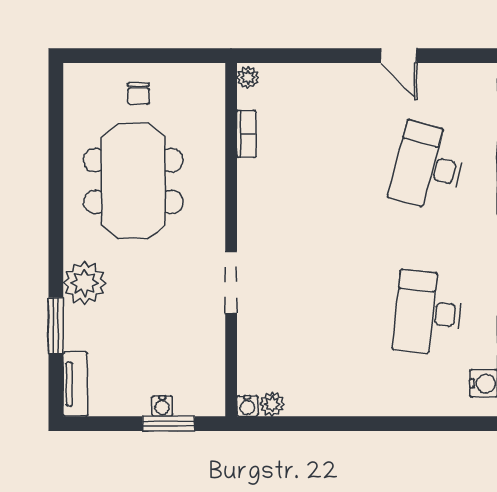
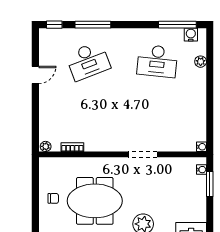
desk: (428, 167) -> (88, 61), turned -36
plant: (272, 404) -> (201, 62), moved
water cooler: (162, 406) -> (202, 170), moved

